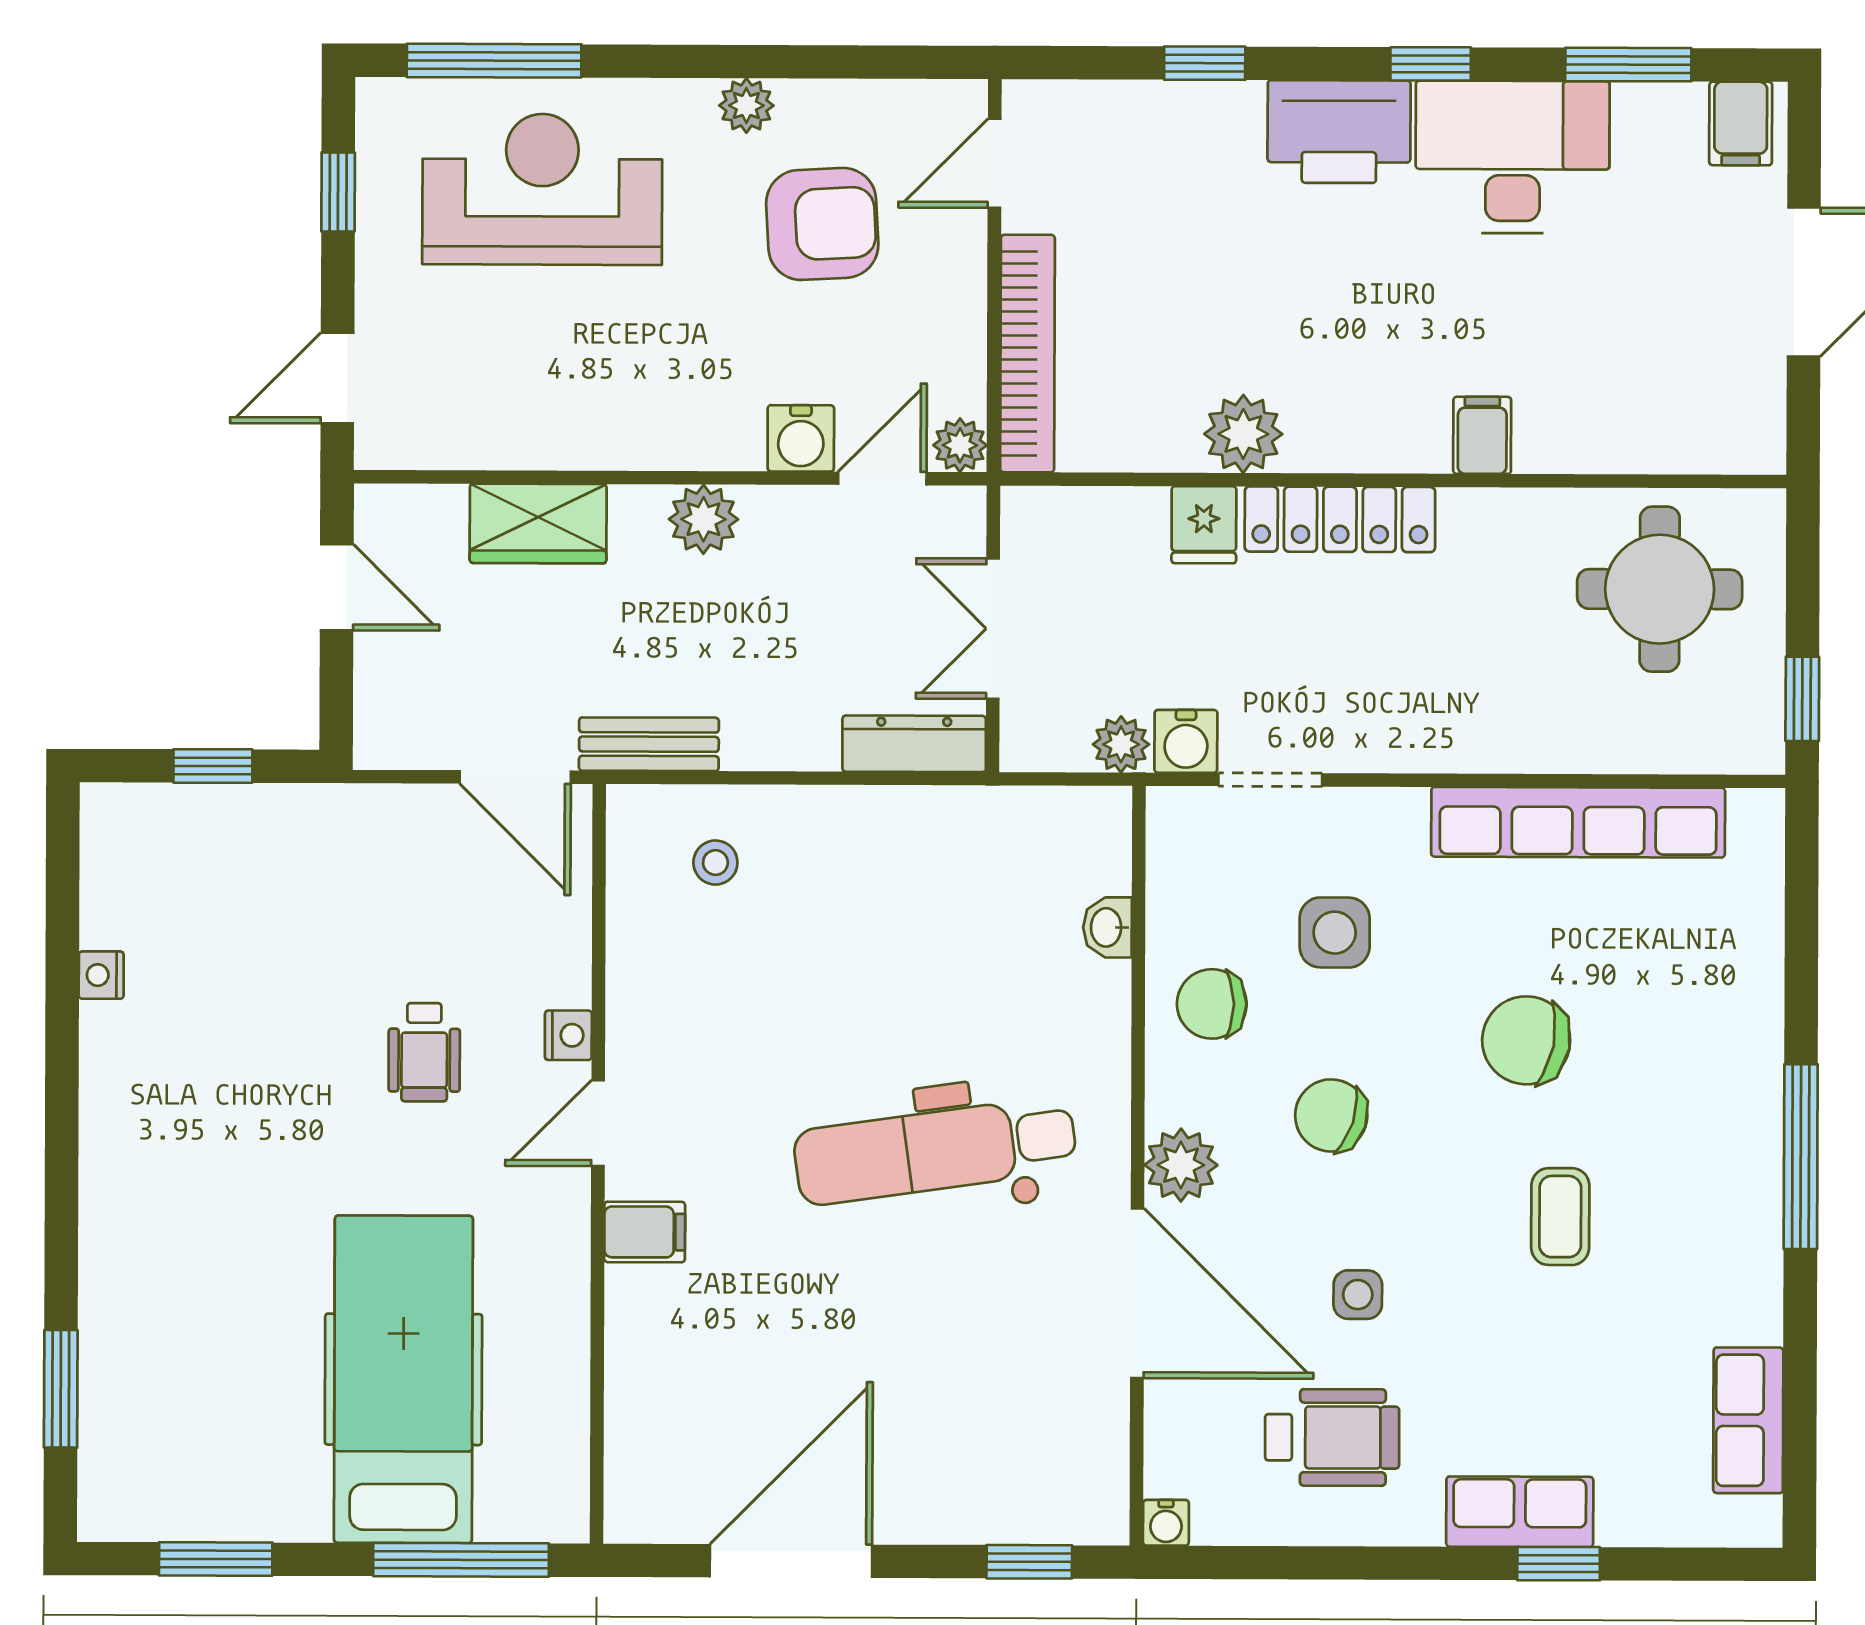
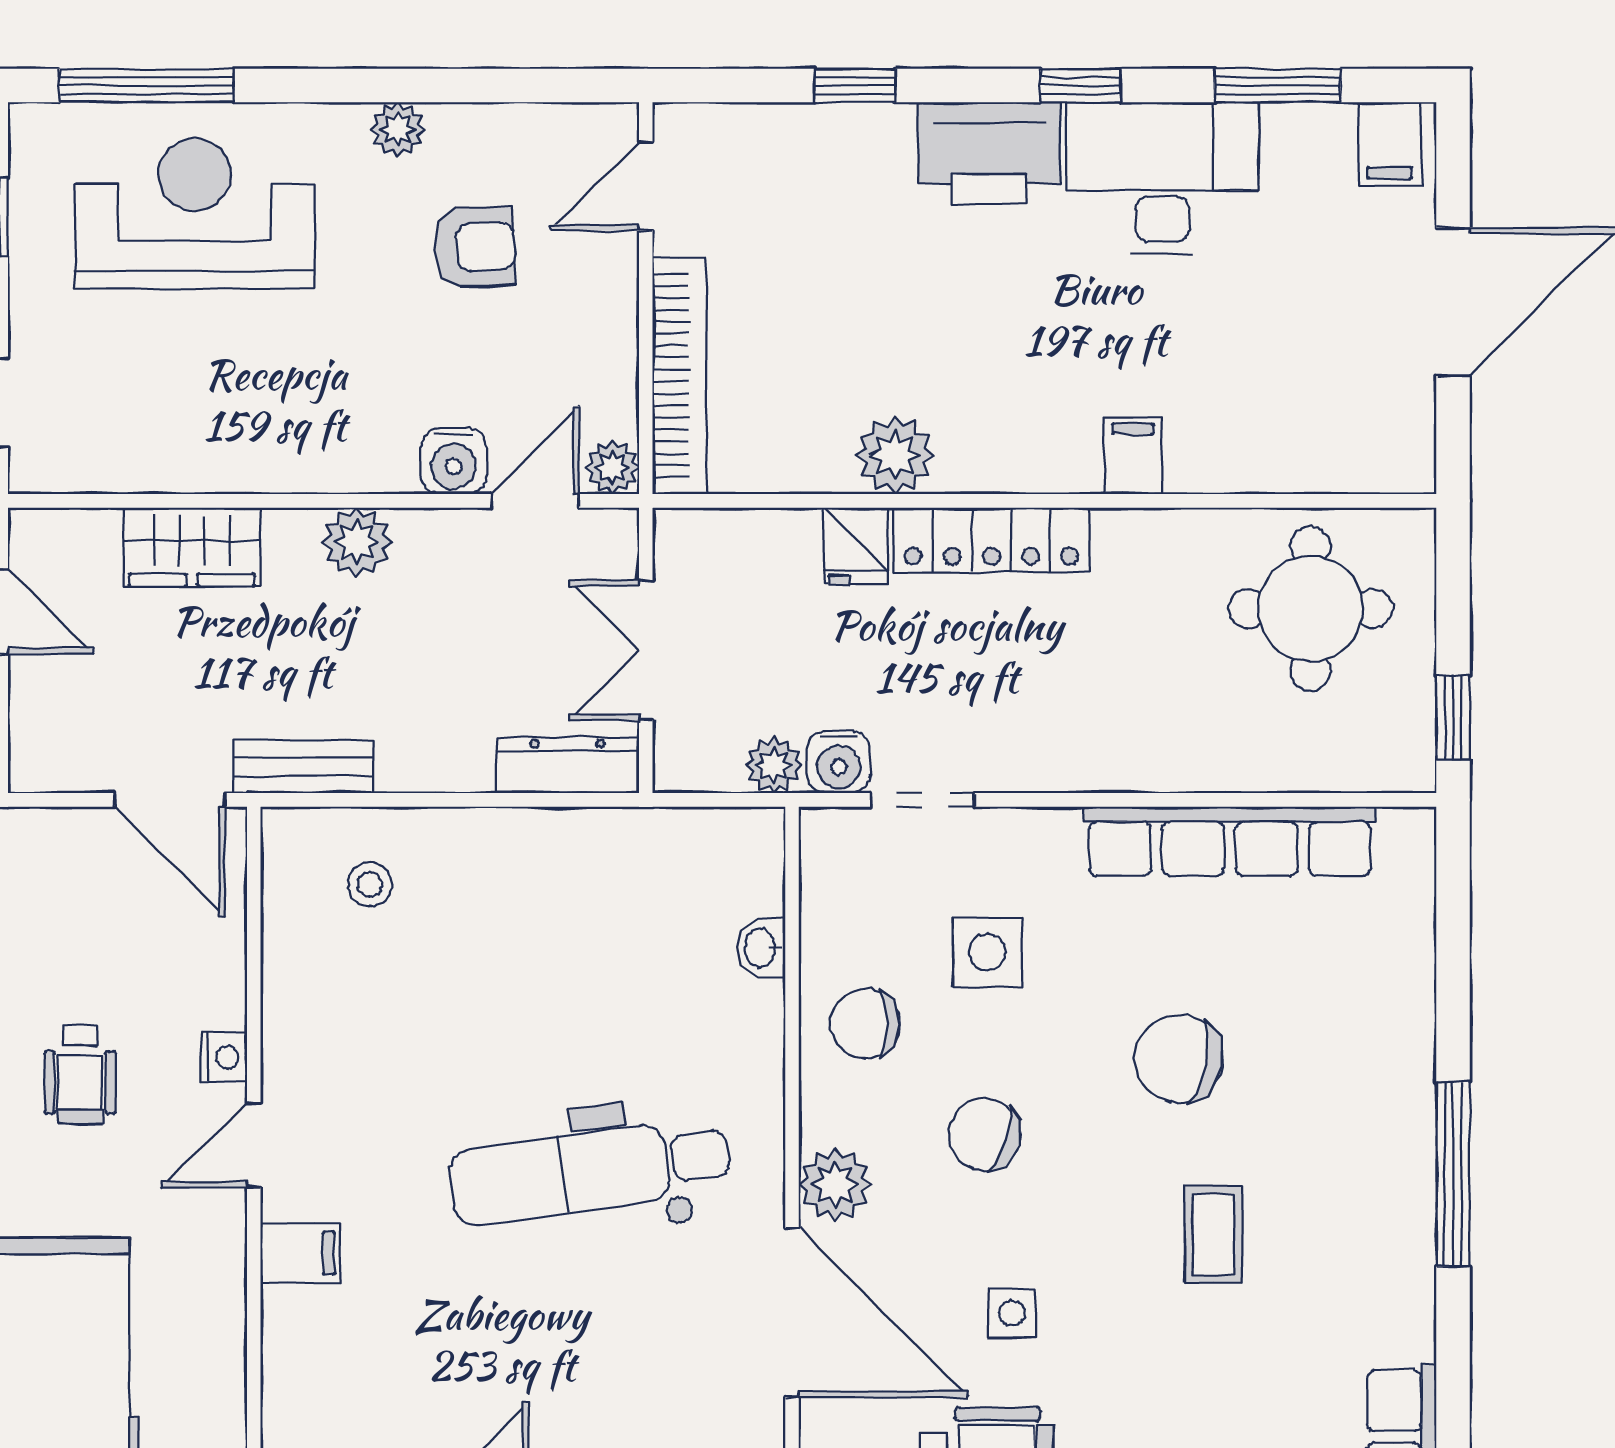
armchair: (822, 224) -> (474, 247), width x0.72, depth x0.72

